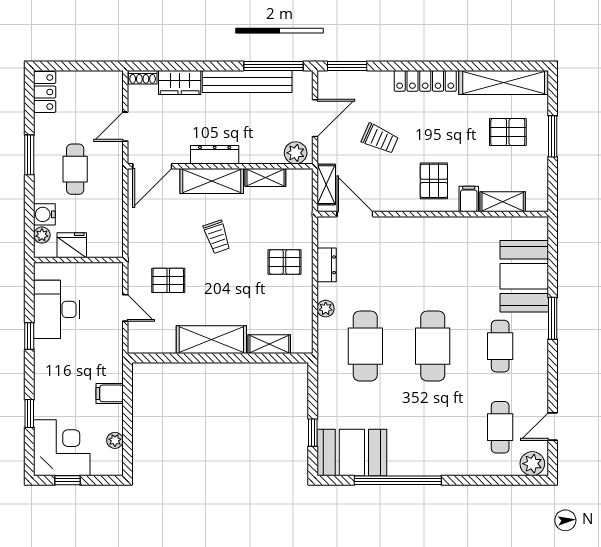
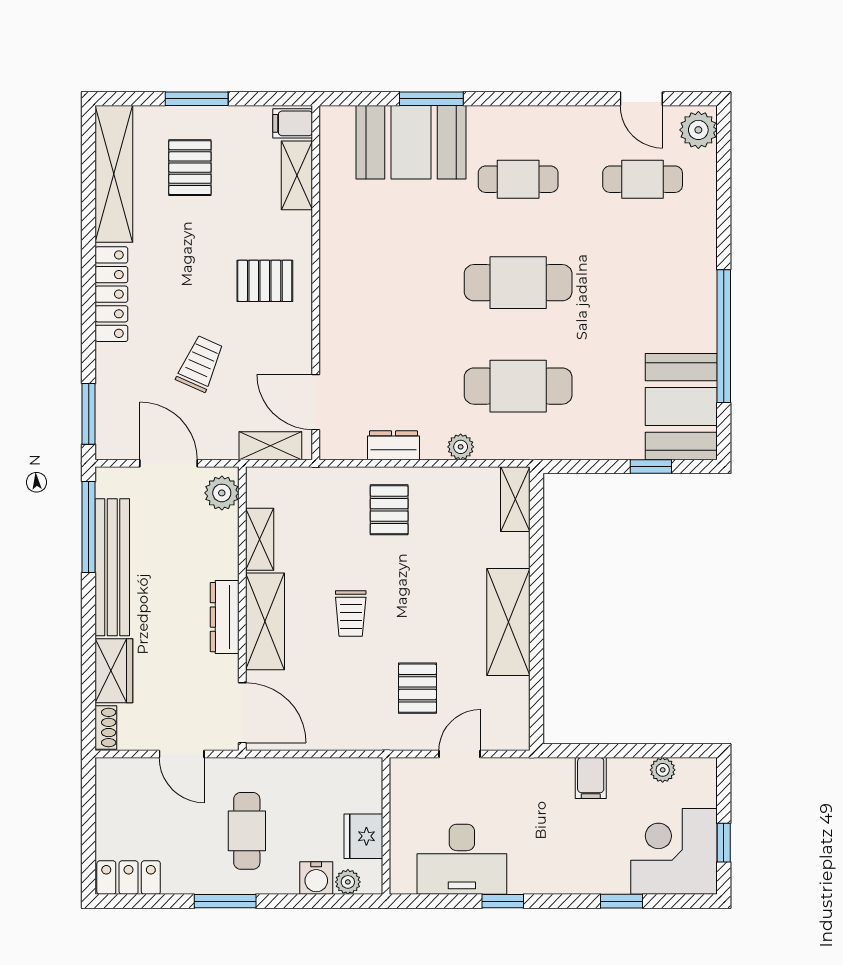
cafe table: (75, 169) -> (247, 831), turned 90
filing cabinet: (469, 199) -> (293, 123), moved
door: (355, 214) -> (316, 402), hinge flipped
trolley: (217, 237) -> (351, 613), turned 109
window: (553, 318) -> (431, 99), moved
shelving: (269, 344) -> (515, 499), moved

